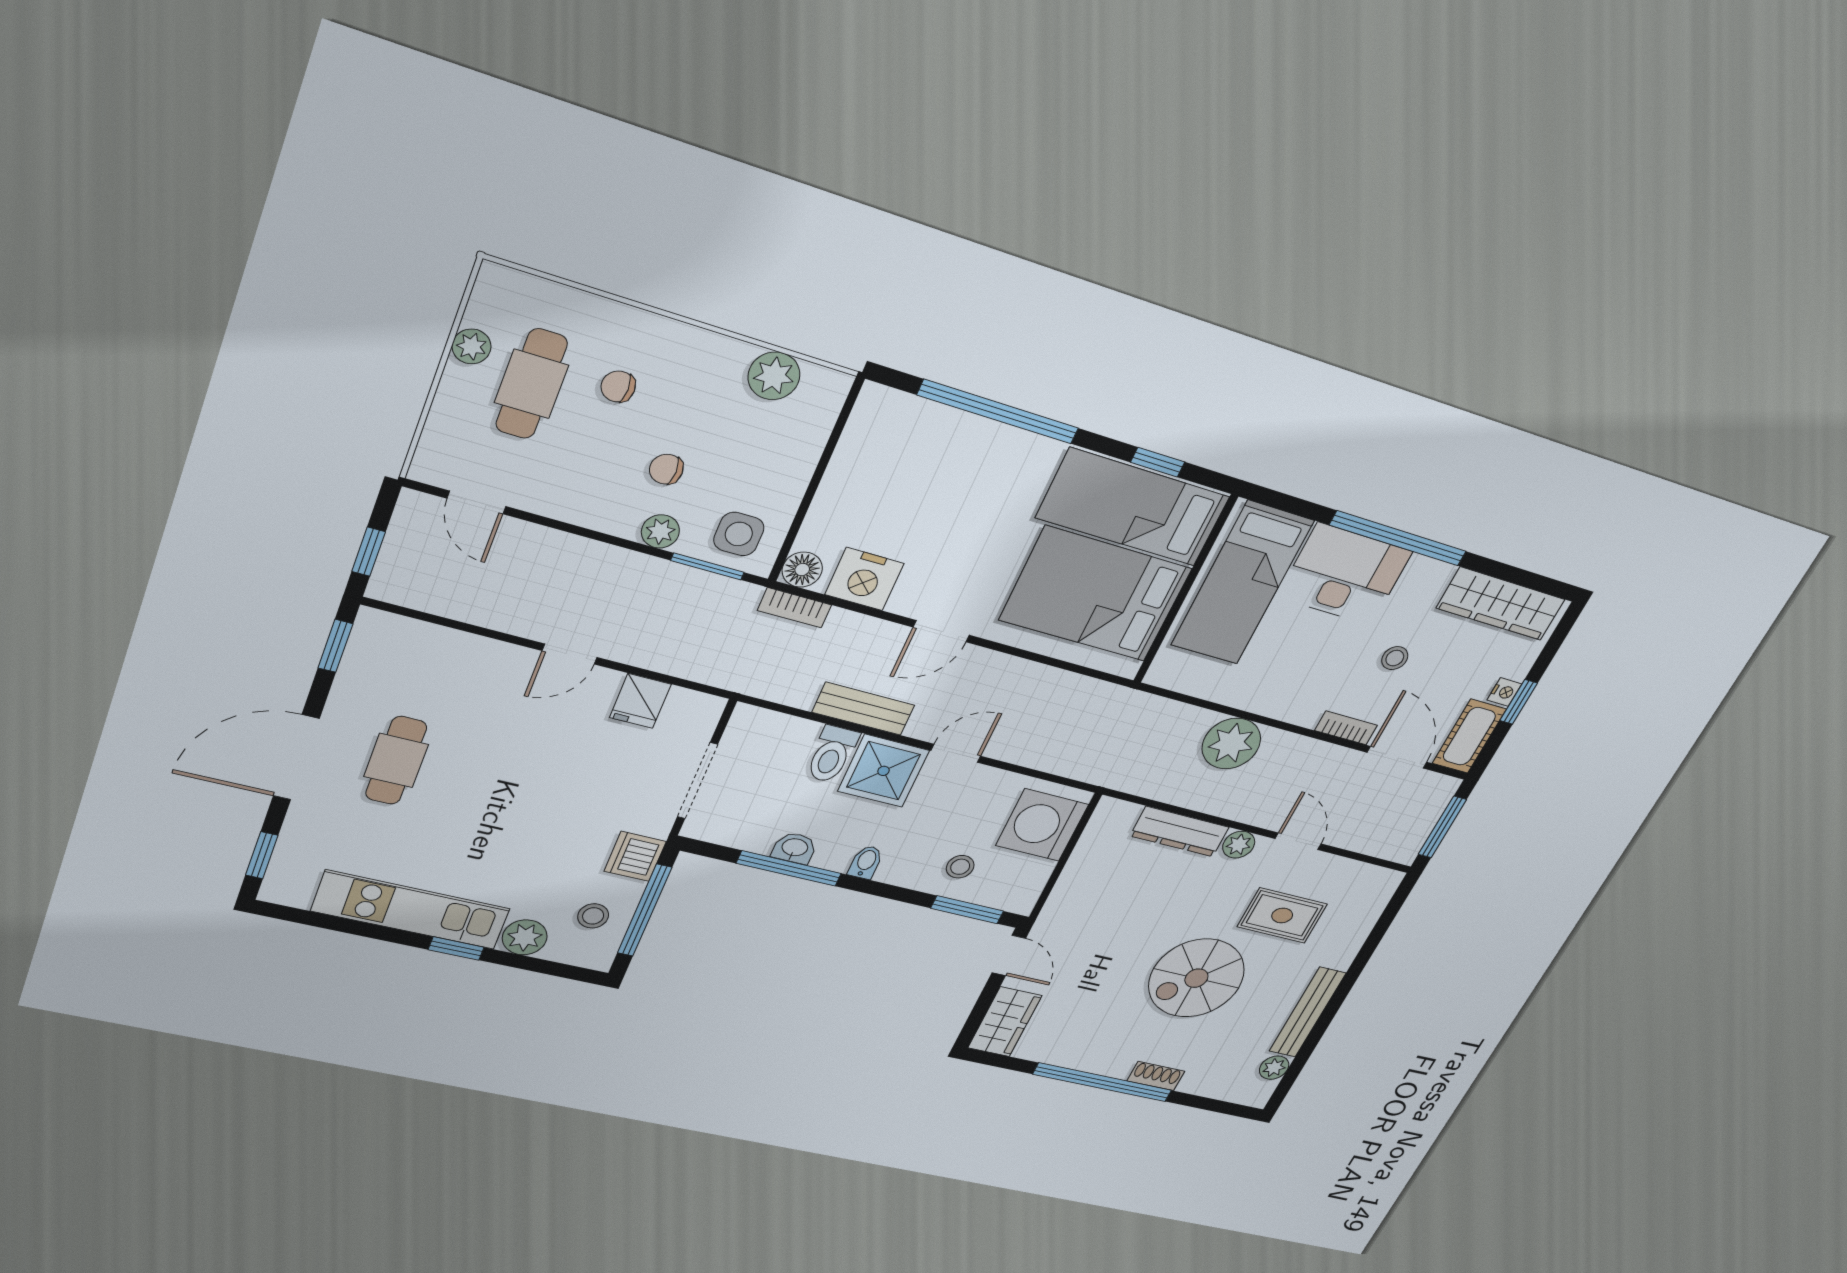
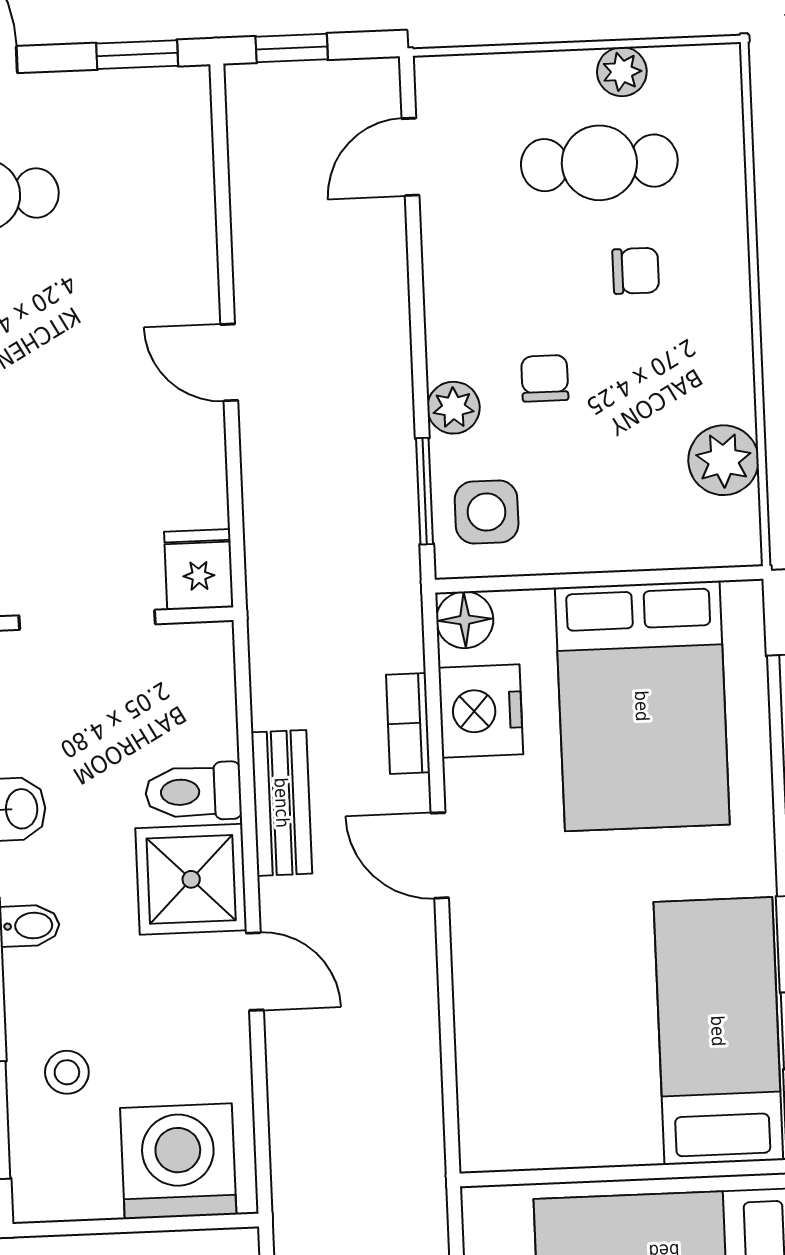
chair: (618, 387) -> (636, 271), turned 90
bed: (1096, 594) -> (642, 706), moved, turned 180
bookcase: (795, 608) -> (408, 723), moved
fridge: (640, 701) -> (199, 569), moved, turned 90

